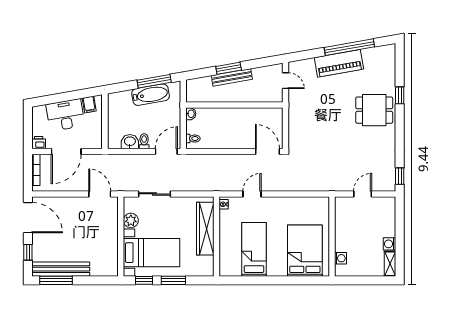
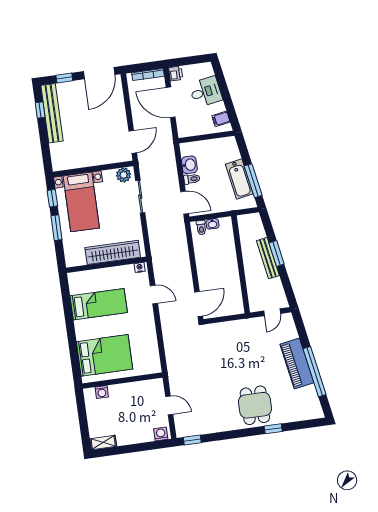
washbasin: (191, 114) -> (212, 224), moved
desk: (65, 115) -> (206, 92), width x0.73
plant: (131, 220) -> (124, 175), moved
washing machine: (389, 244) -> (161, 434), moved
window: (56, 280) -> (40, 110), width x0.46

